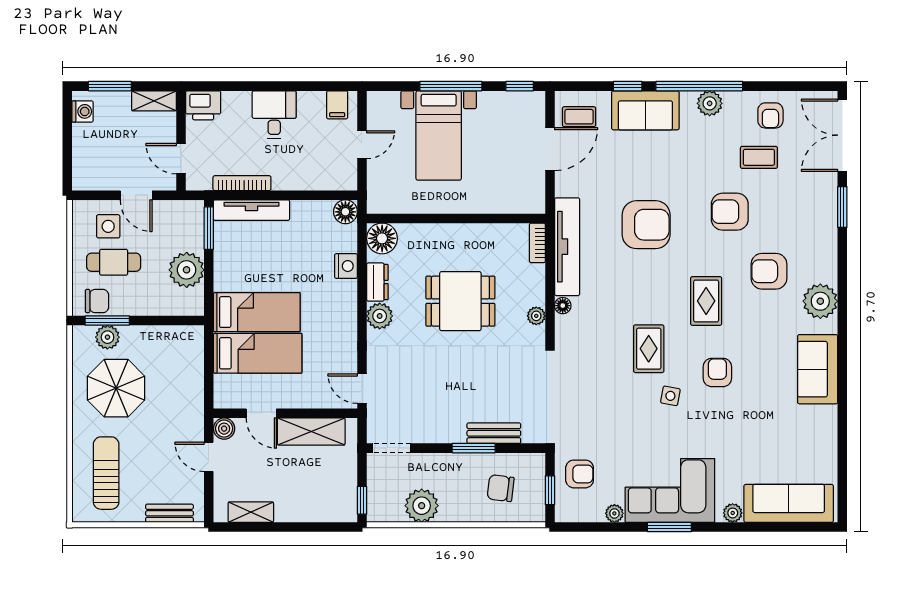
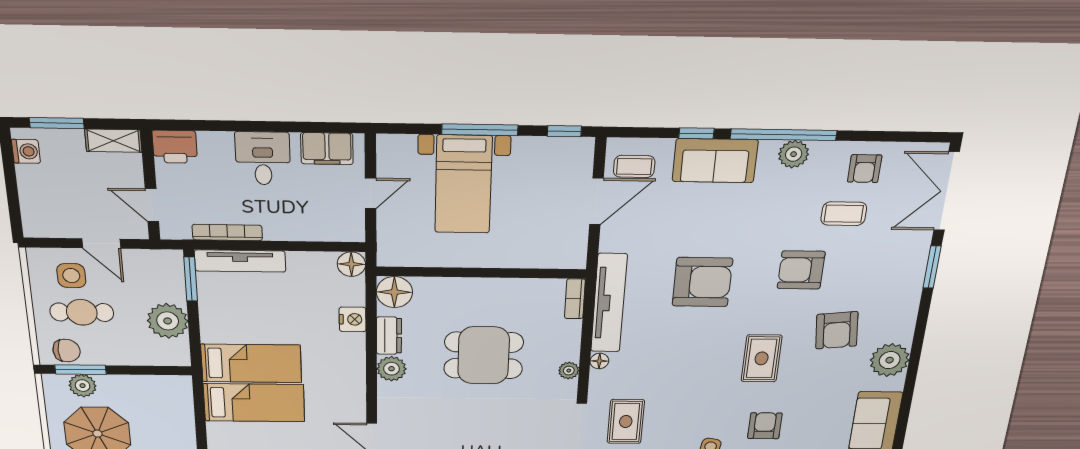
filing cabinet: (337, 105) -> (327, 149), width x2.00
armchair: (769, 271) -> (837, 330), turned -96
rug: (649, 349) -> (626, 421), moved

